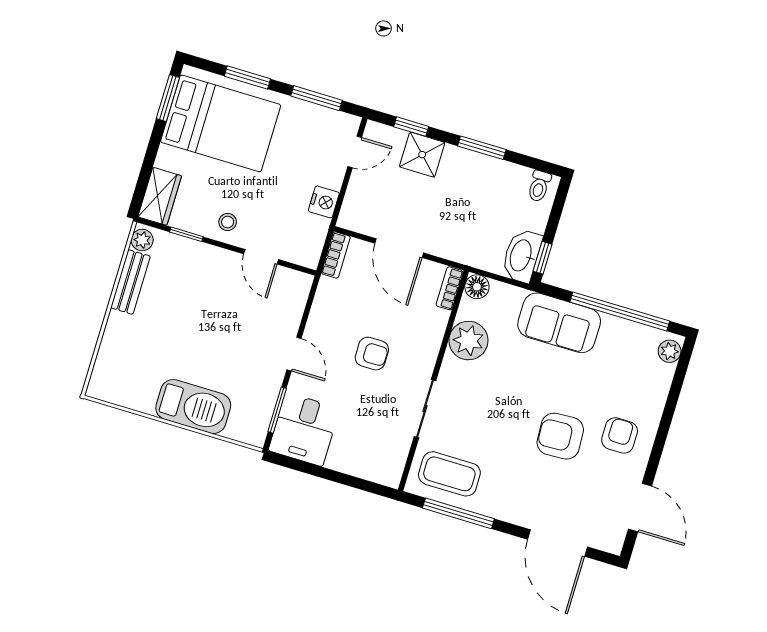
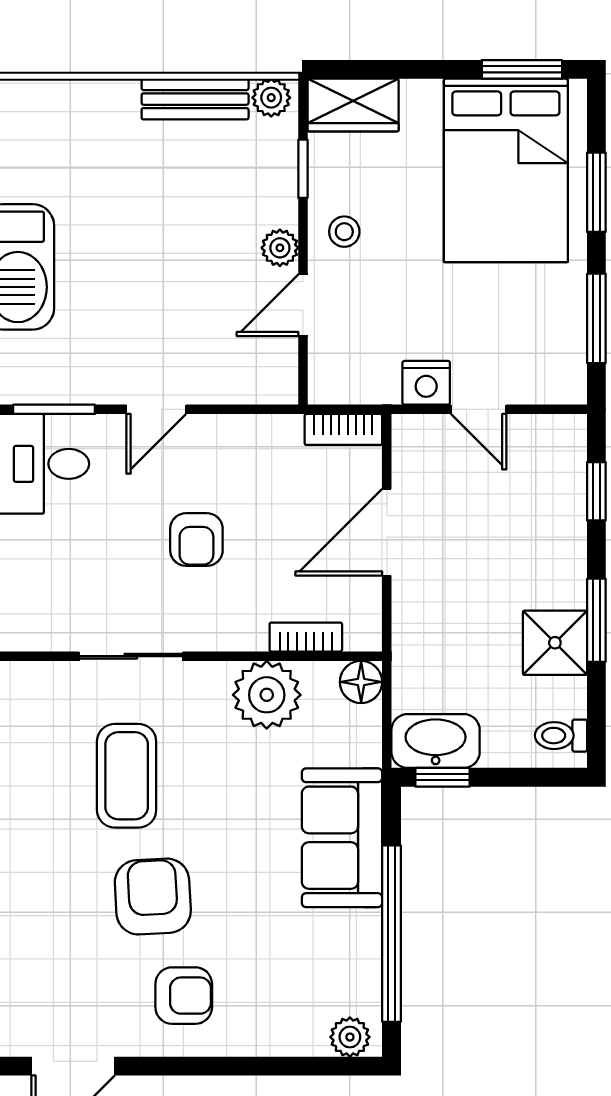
door: (355, 152) -> (479, 409), moved
shower: (422, 155) -> (555, 643), moved
plant: (226, 260) -> (280, 248), added
bookcase: (450, 288) -> (306, 637), moved
coffee table: (449, 474) -> (127, 776), moved

